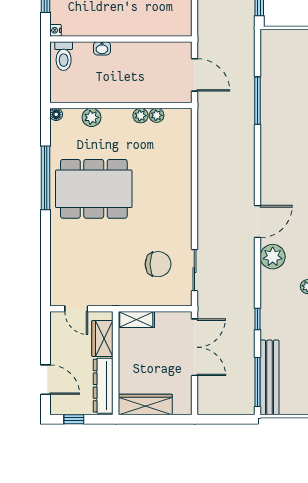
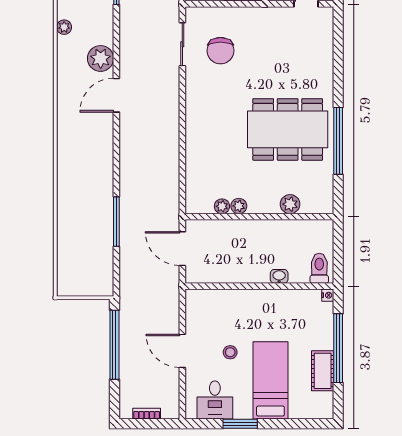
floor lamp: (56, 114) -> (327, 207), removed
chair: (158, 264) -> (220, 51), turned -90

